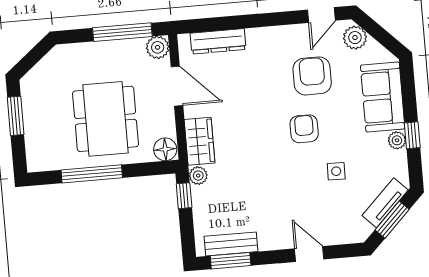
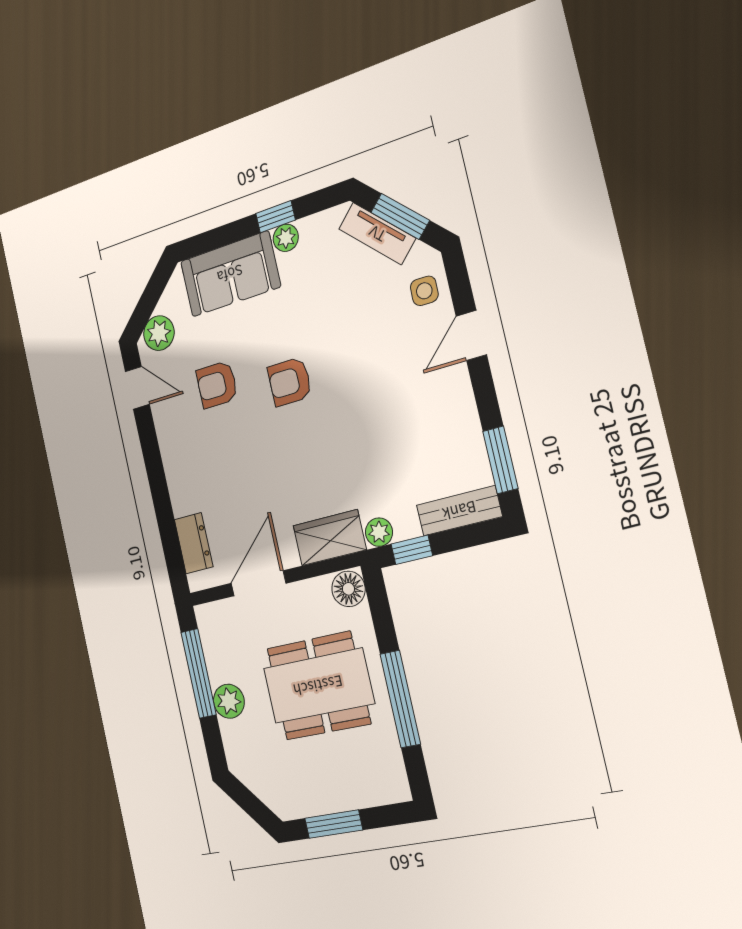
dresser: (218, 41) -> (194, 543), width x0.70
plant: (158, 47) -> (229, 701), moved
armchair: (312, 76) -> (217, 385), width x0.72, depth x0.72
side table: (336, 171) -> (424, 291), moved
bench: (231, 244) -> (459, 511), moved, turned 90

